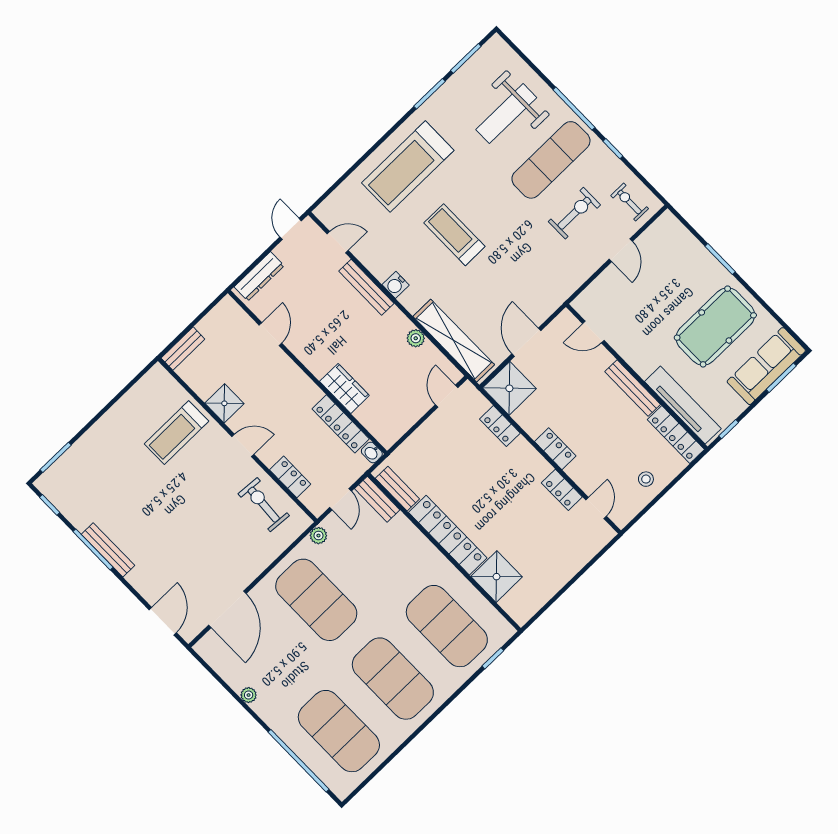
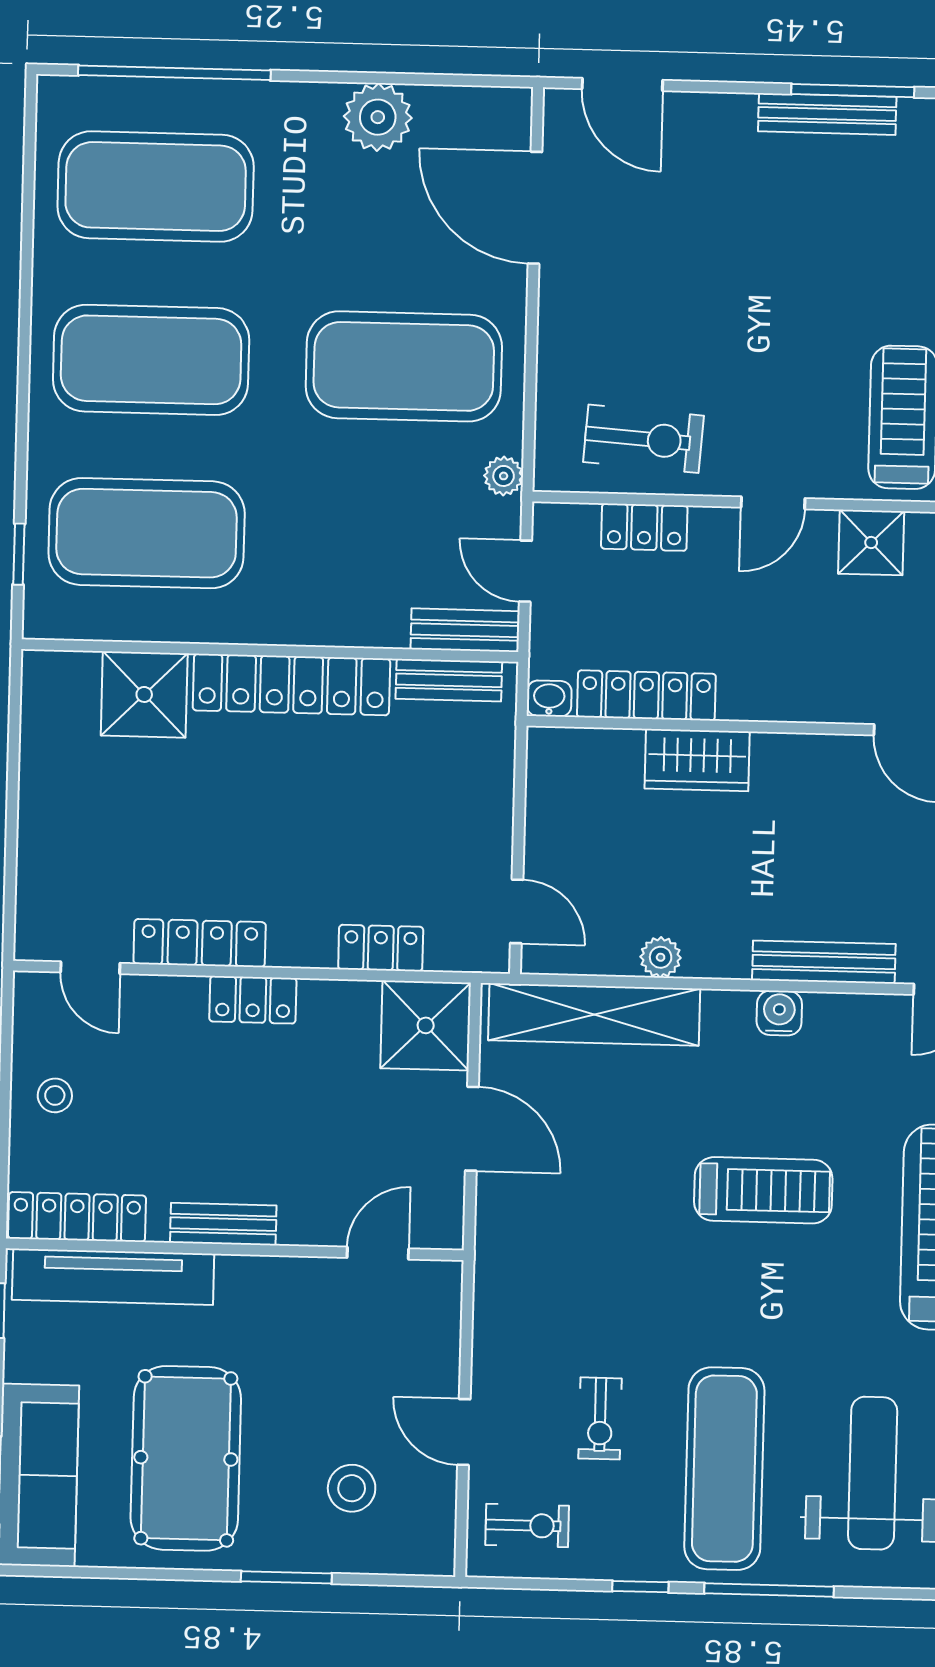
exercise bike: (574, 213) -> (600, 1418), width x0.73, depth x0.72
stool: (673, 267) -> (352, 1488), added
bench: (633, 388) -> (223, 1224), width x0.73
locker: (562, 490) -> (200, 943), width x1.53
plant: (249, 695) -> (378, 117), width x1.88, depth x1.88

